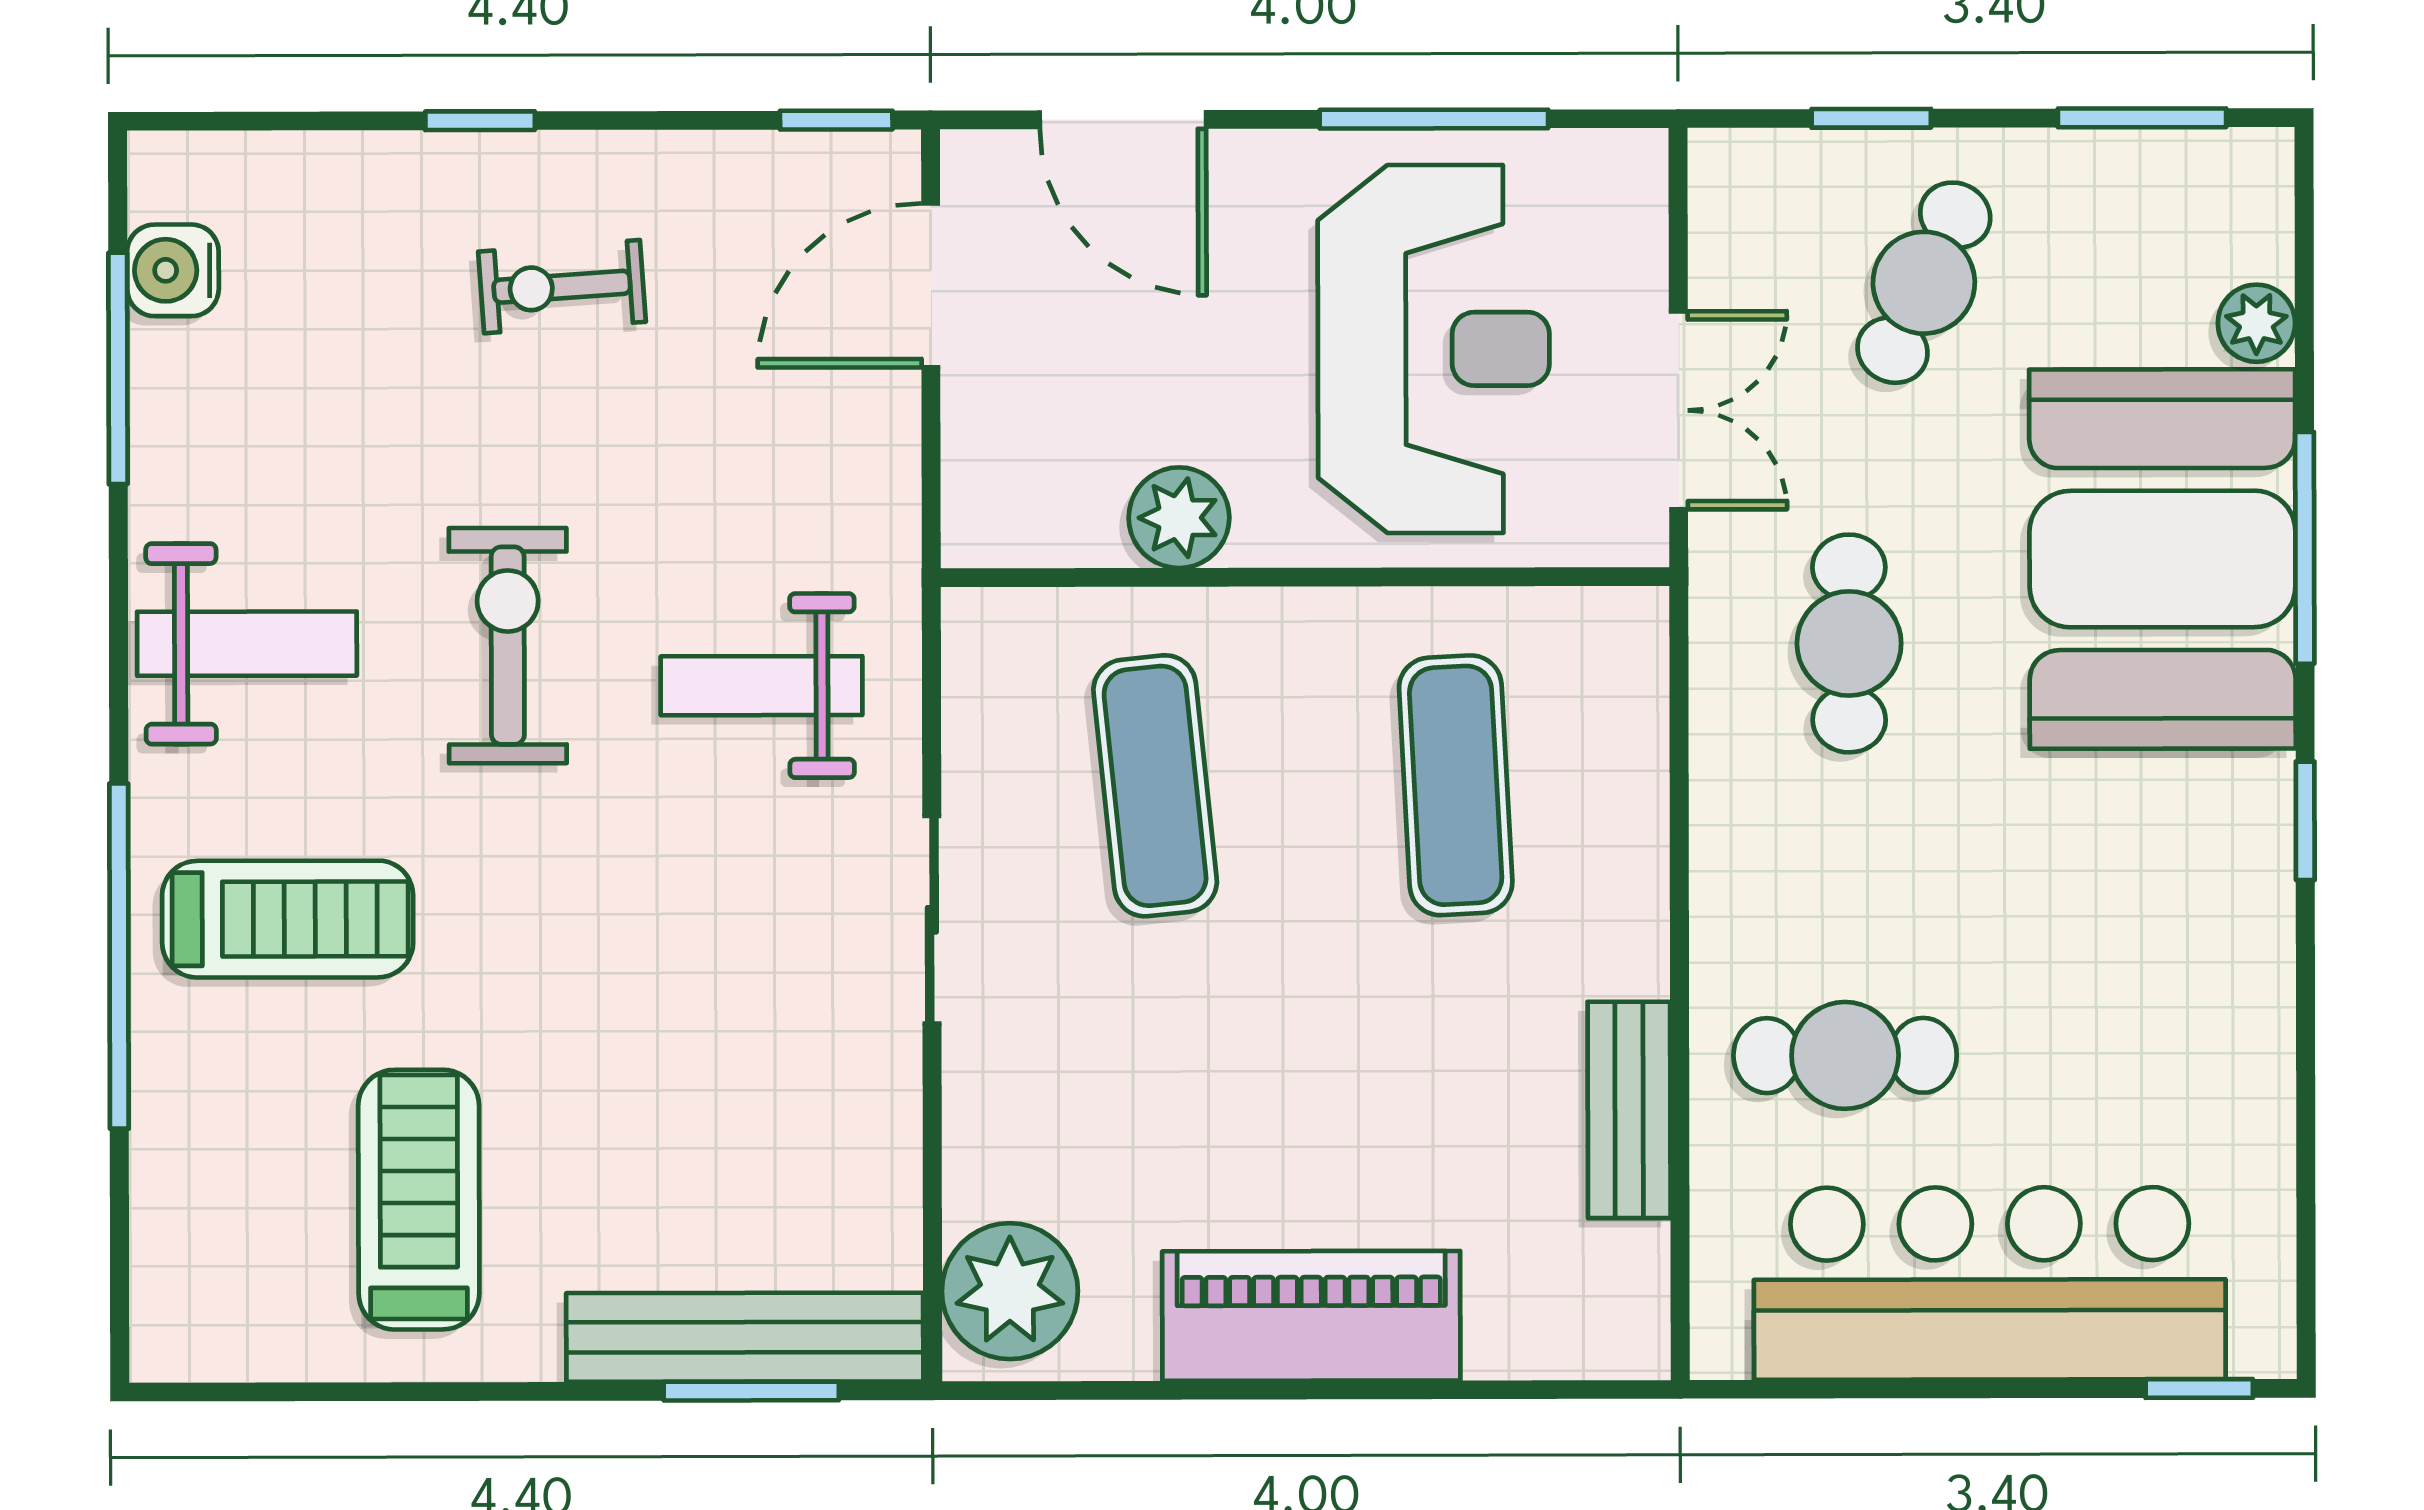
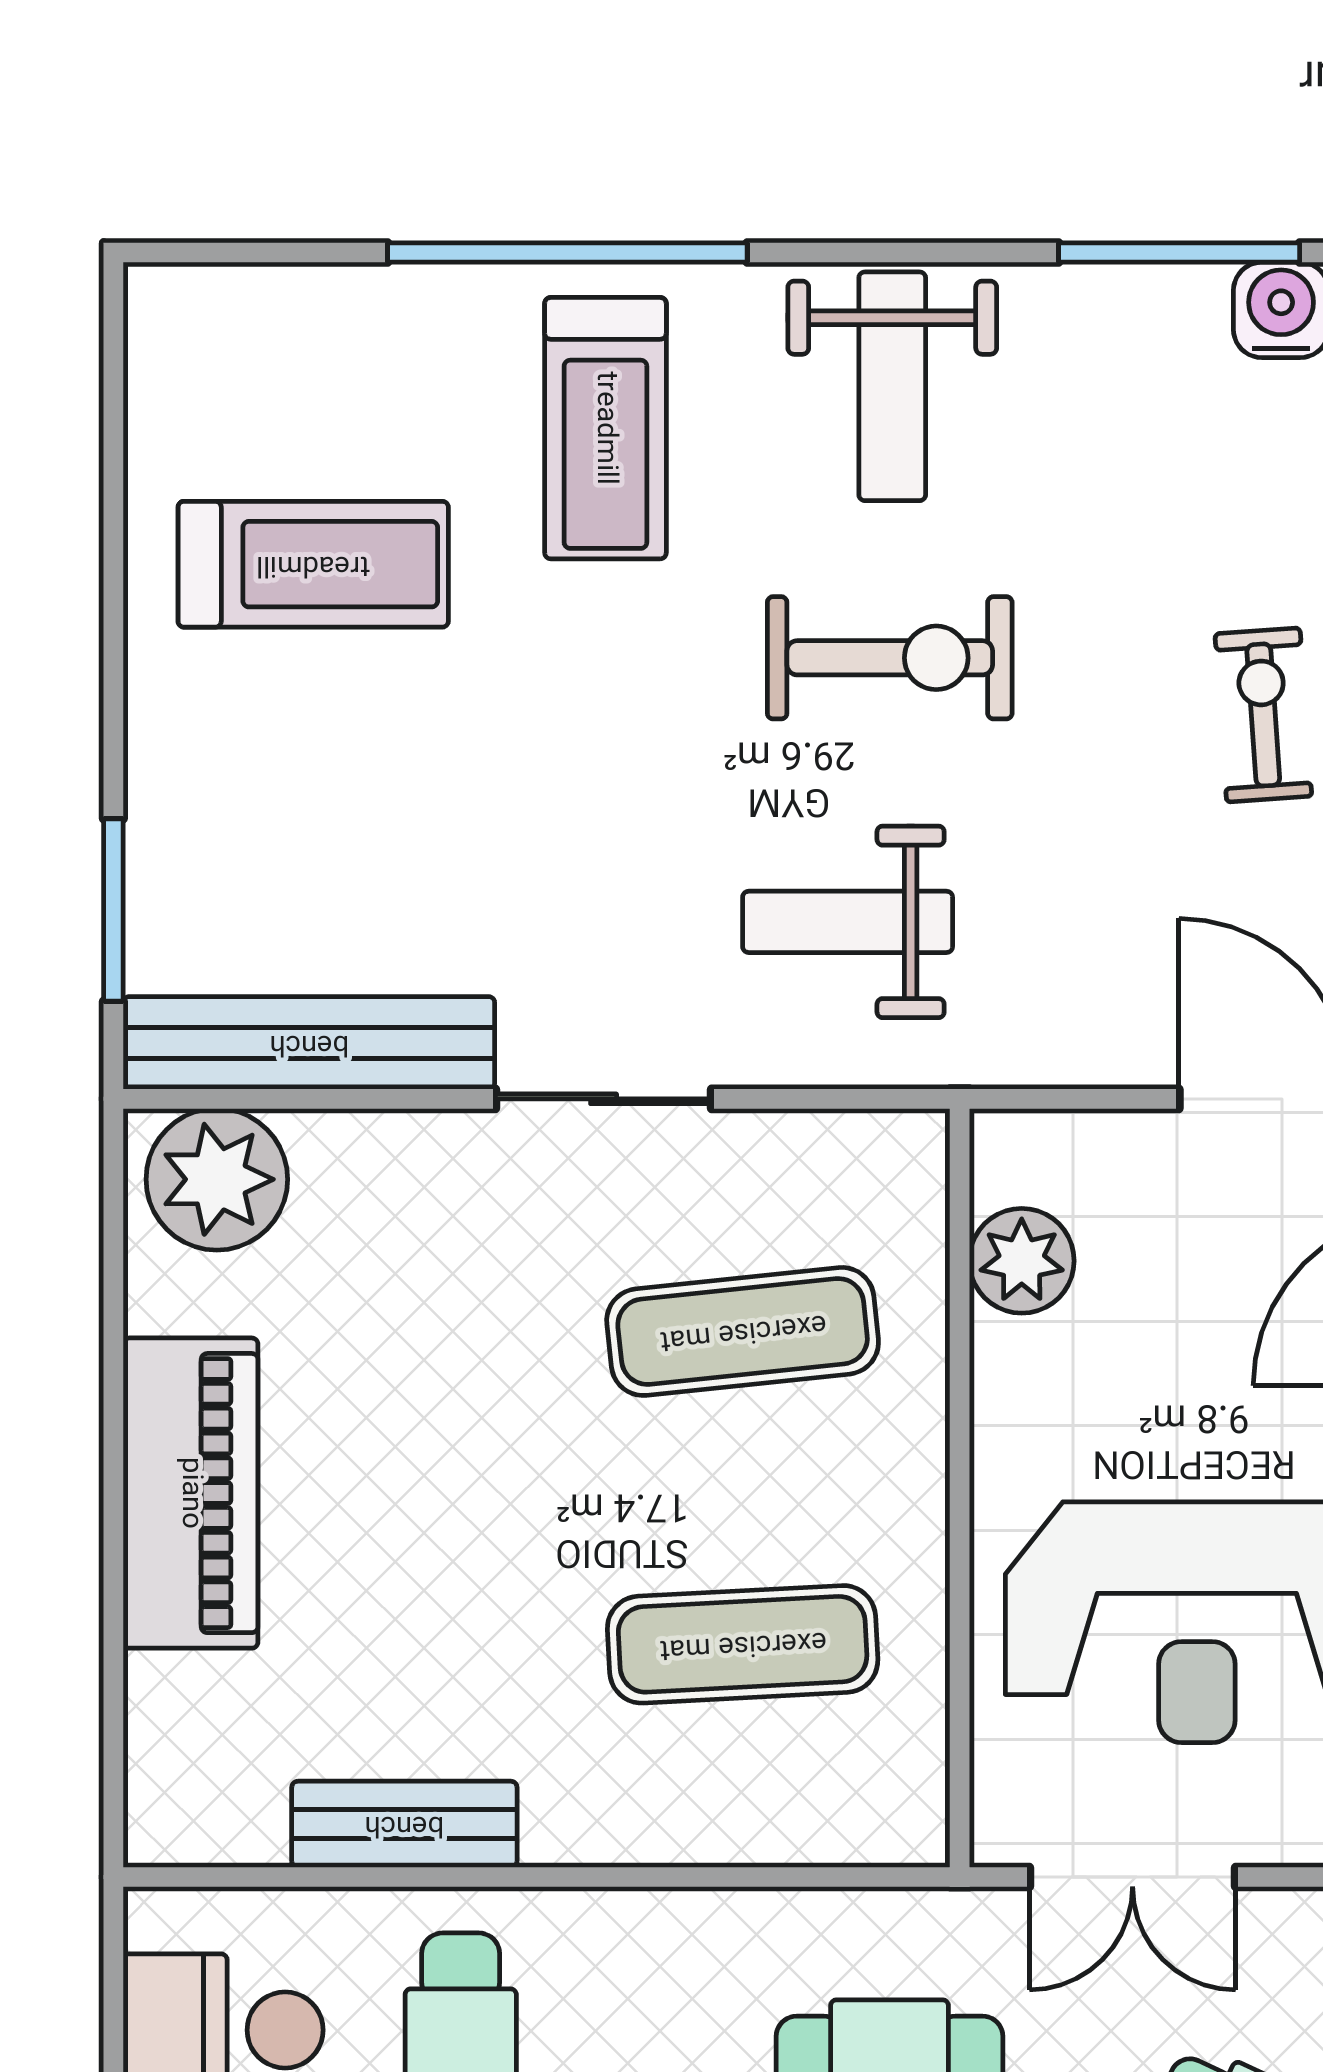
plant: (1179, 518) -> (1022, 1261), moved
weight bench: (761, 686) -> (848, 922), turned -90
bench: (745, 1337) -> (309, 1043), moved, turned 90

